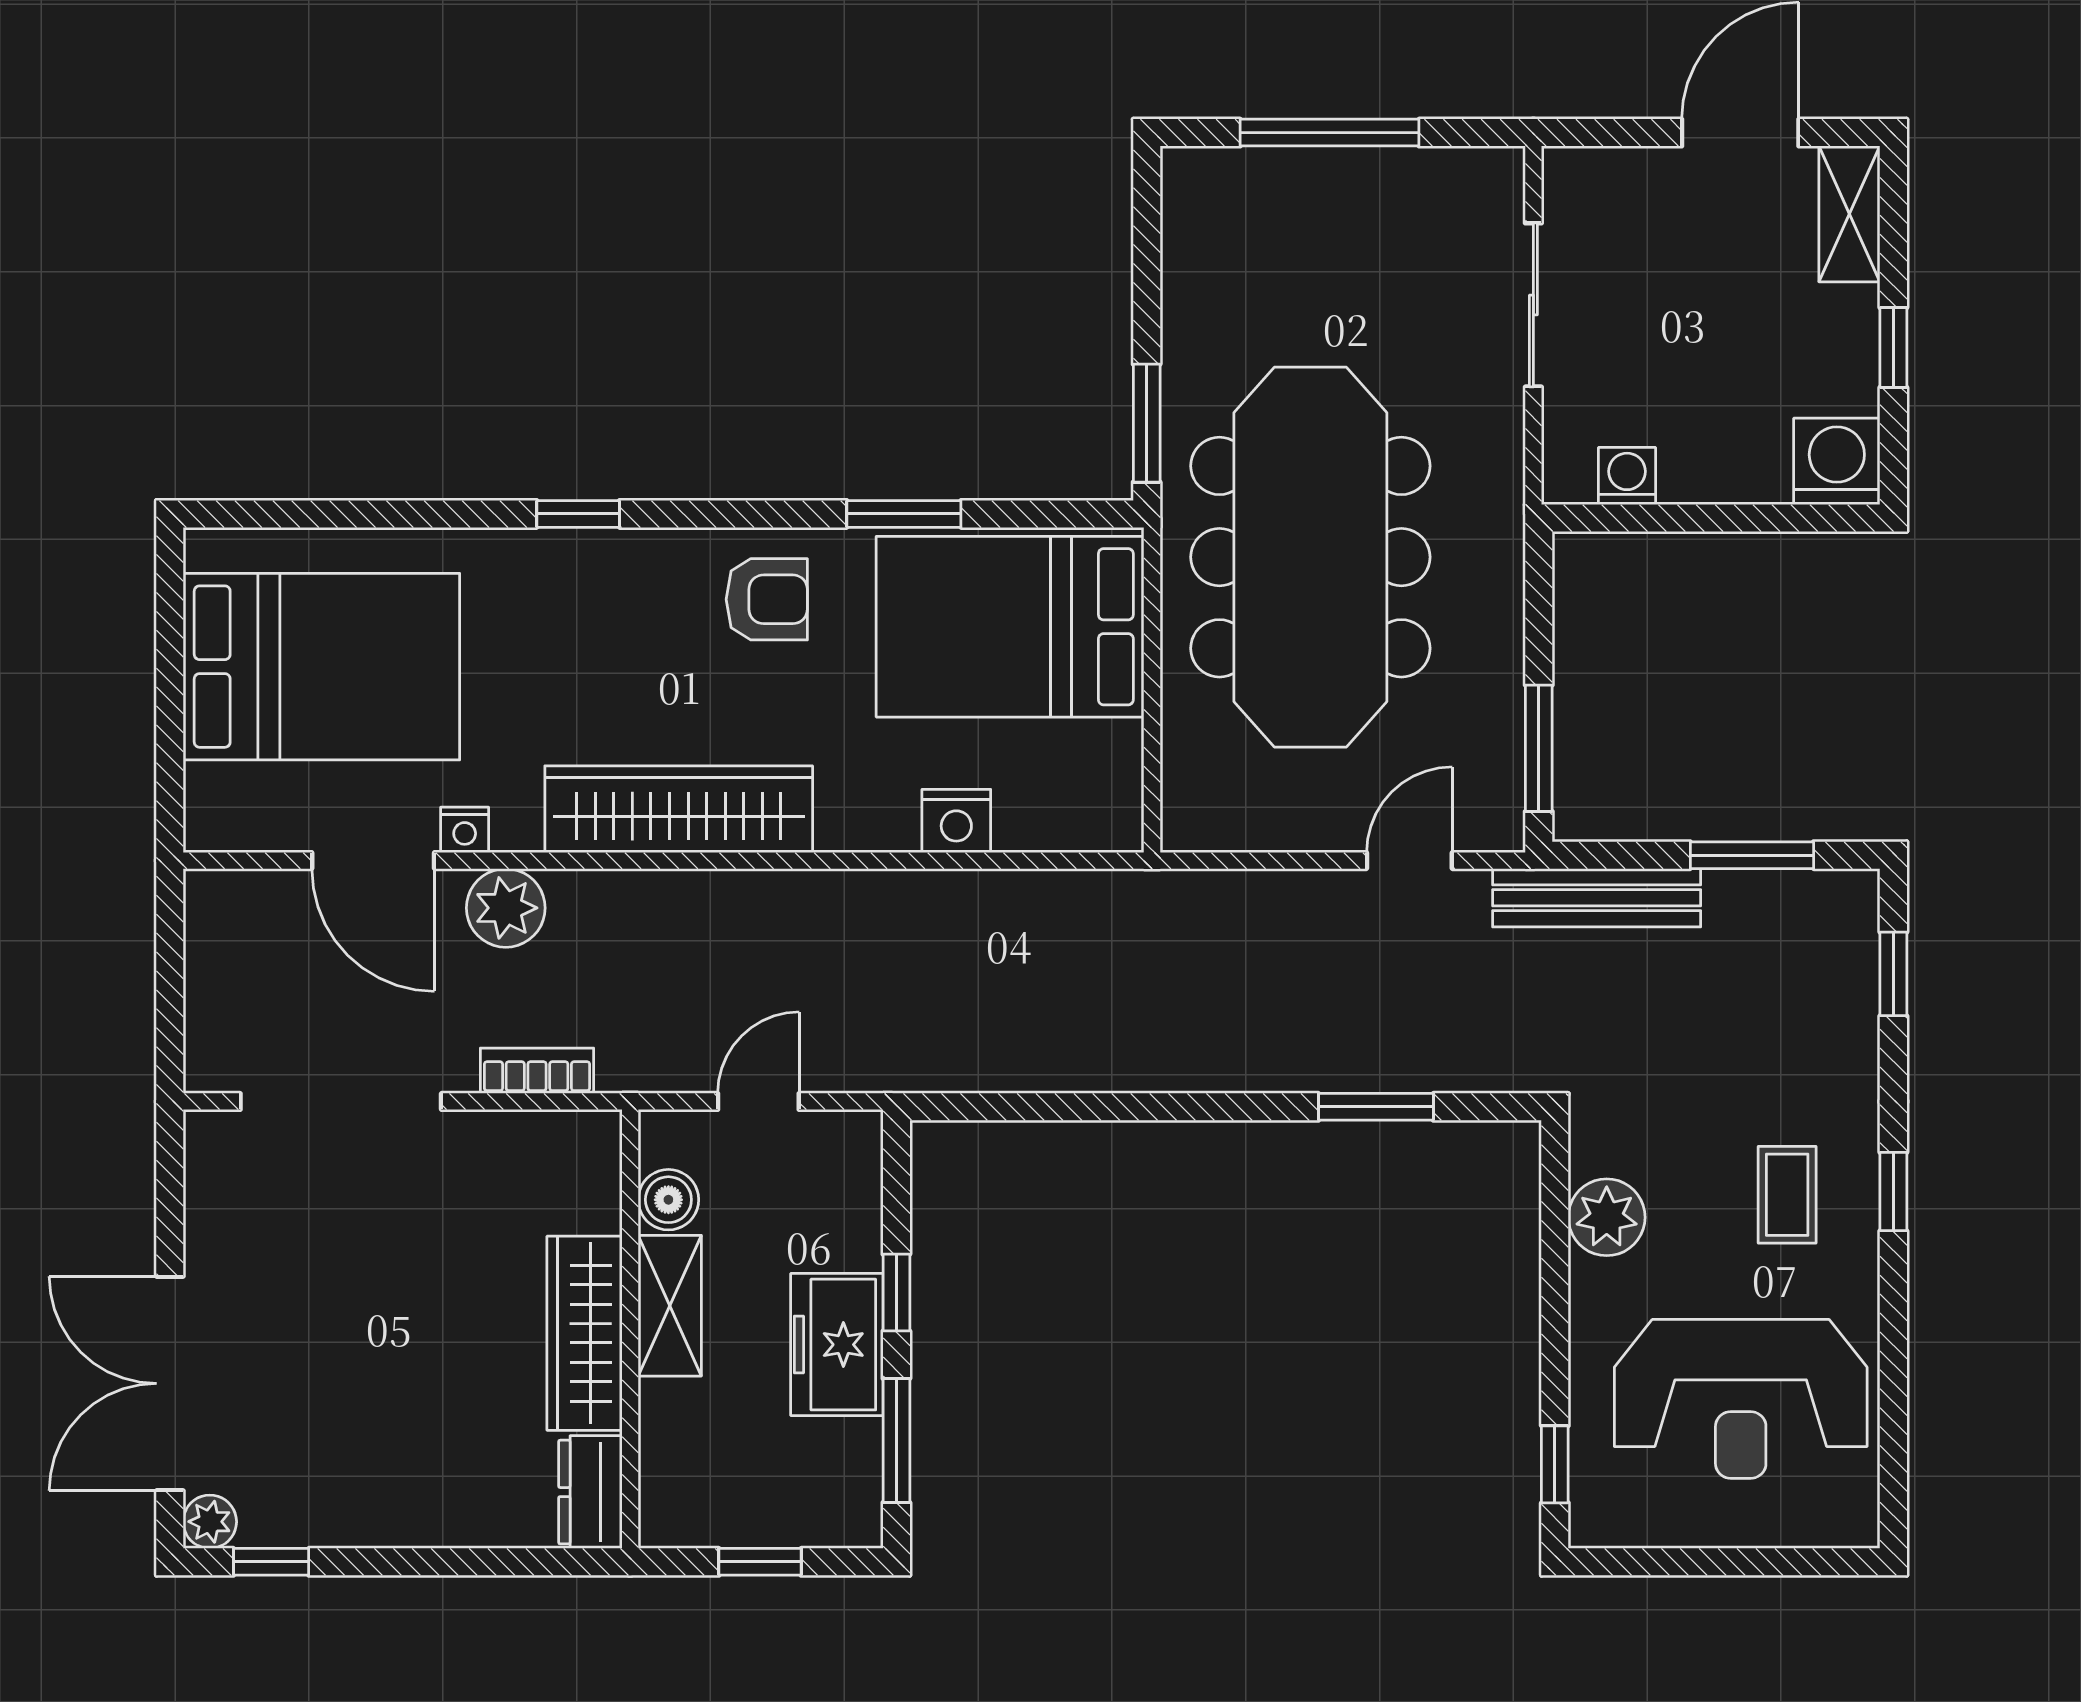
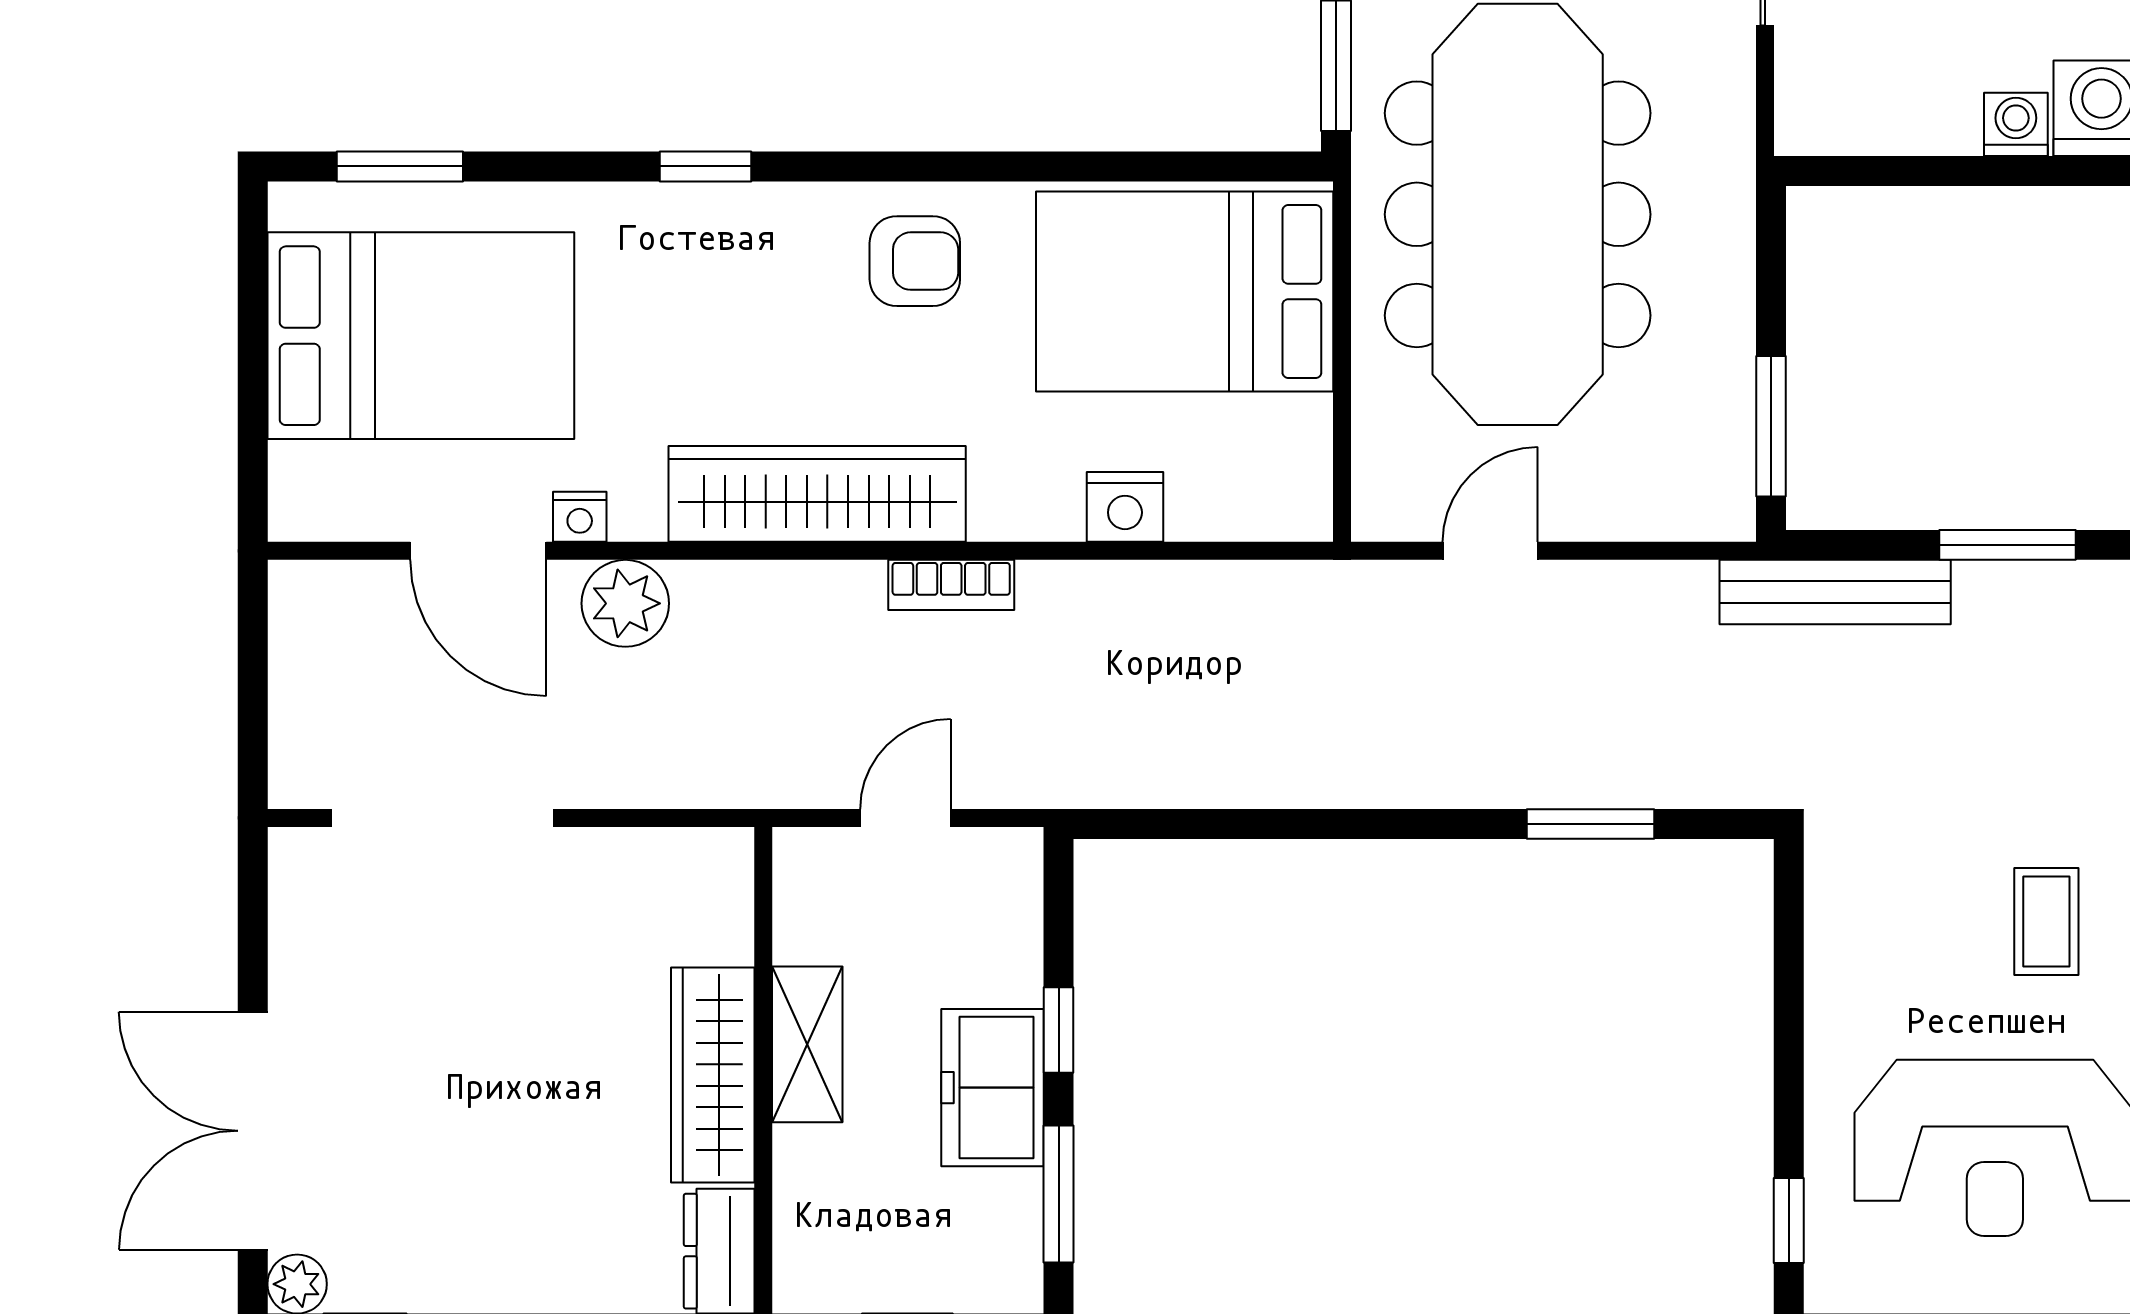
washing machine: (1627, 476) -> (2016, 124), moved
window: (904, 514) -> (400, 166), moved
door: (1409, 861) -> (1490, 551), moved
bookcase: (537, 1071) -> (951, 585), moved, turned 180
boiler: (668, 1200) -> (806, 927), removed
plant: (1607, 1217) -> (1846, 946), removed

